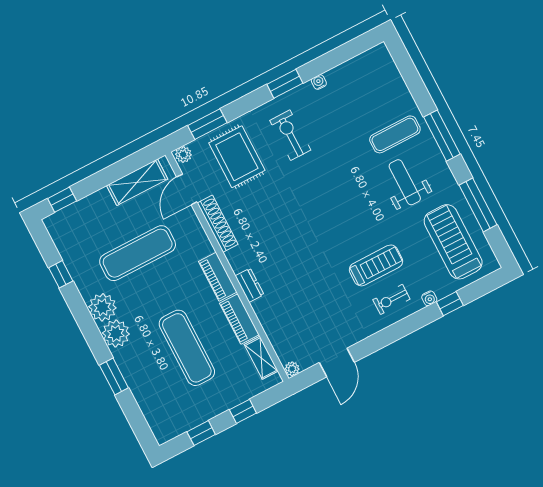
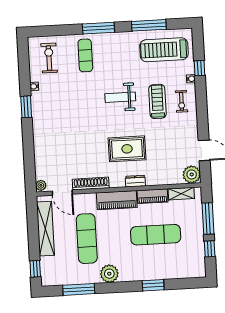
window: (207, 124) -> (29, 163), removed
exercise bike: (290, 135) -> (49, 58), moved, turned 90
rug: (237, 157) -> (127, 149), moved
shelving: (137, 182) -> (45, 229), width x1.47
weight bench: (405, 182) -> (120, 97), moved
window: (61, 274) -> (79, 289), width x2.17
piano: (218, 277) -> (117, 200), width x1.37, depth x1.33
plant: (116, 333) -> (128, 273), removed
plant: (292, 369) -> (192, 174), width x1.88, depth x1.88
window: (243, 411) -> (208, 219), width x2.17

